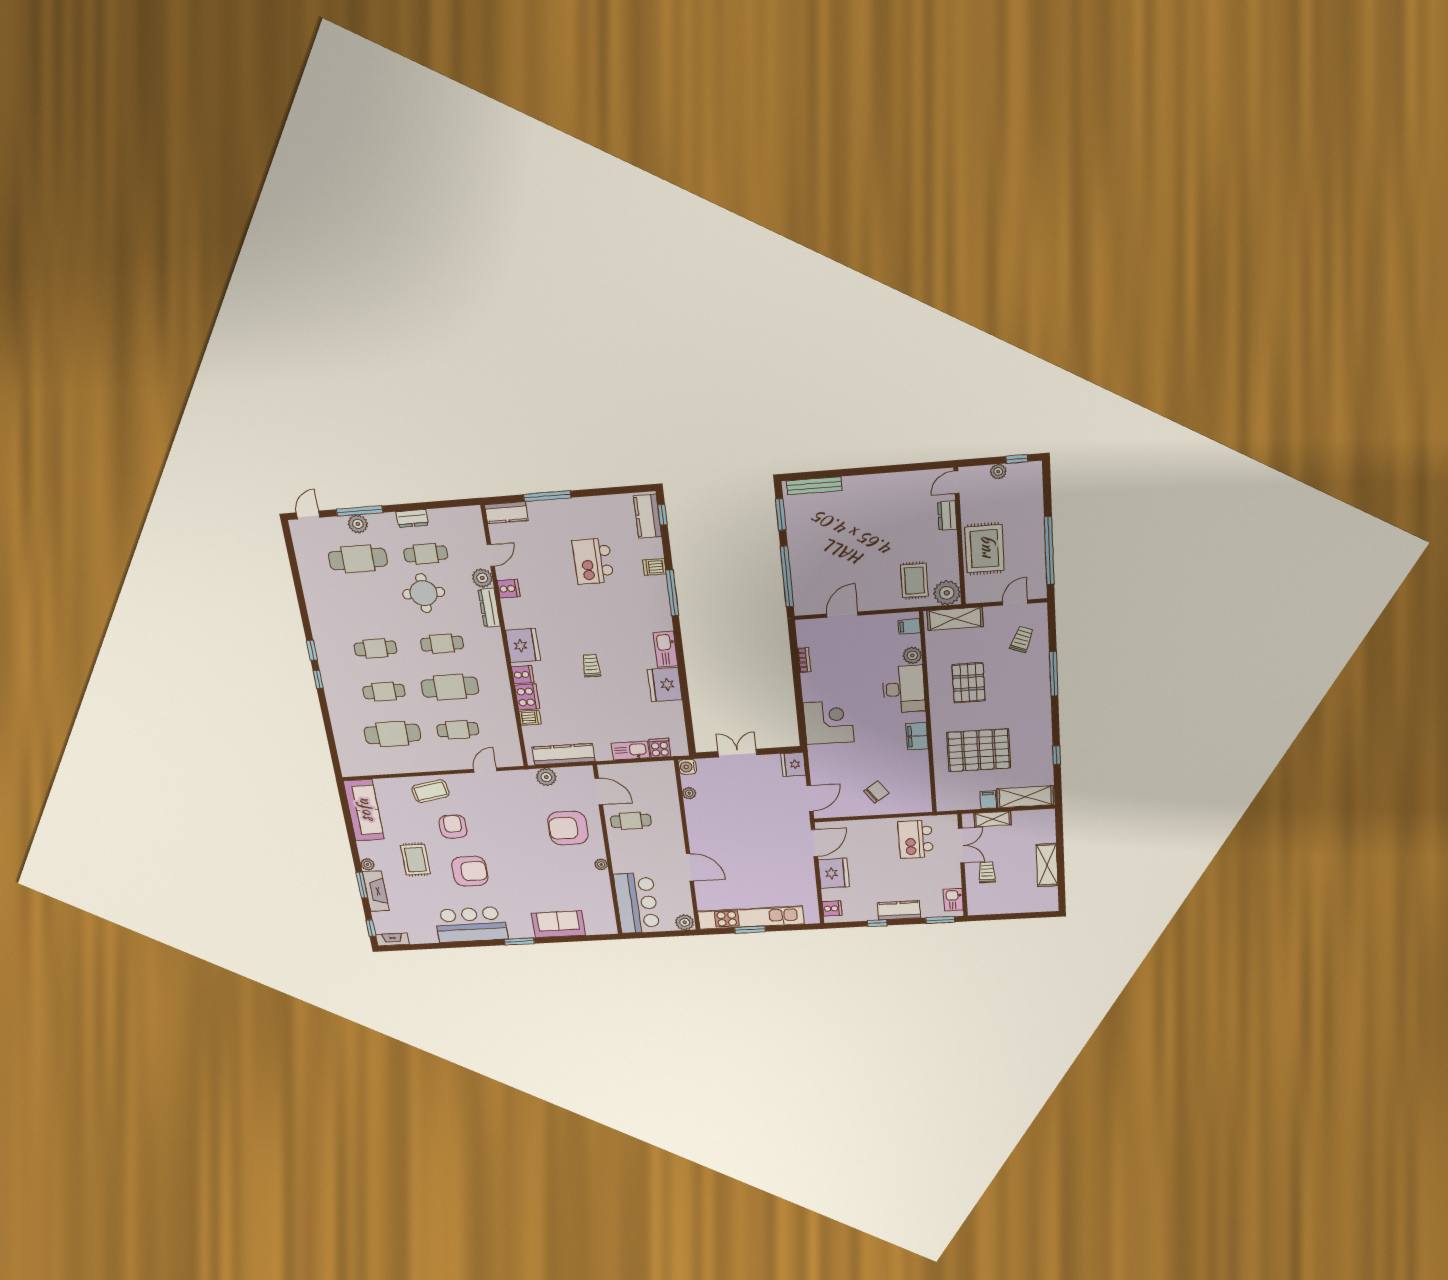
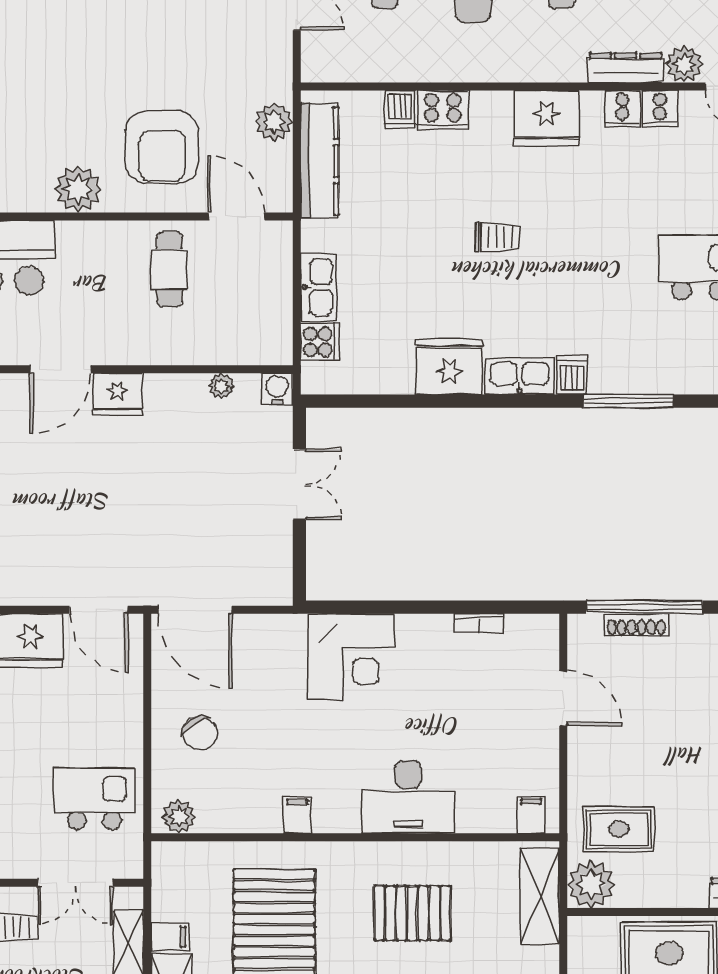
dishwasher: (654, 567) -> (572, 375), moved
shoe rack: (797, 580) -> (636, 625), added
plant: (912, 655) -> (179, 817), moved
cooker: (523, 675) -> (622, 109), moved
filing cabinet: (917, 736) -> (297, 815), width x0.50
fridge: (793, 764) -> (118, 394), moved, turned 180
door: (599, 792) -> (236, 216), swing flipped
door: (810, 798) -> (195, 610), width x1.36
armchair: (568, 828) -> (162, 147), turned 180
plant: (601, 864) -> (78, 189), width x1.88, depth x1.88

